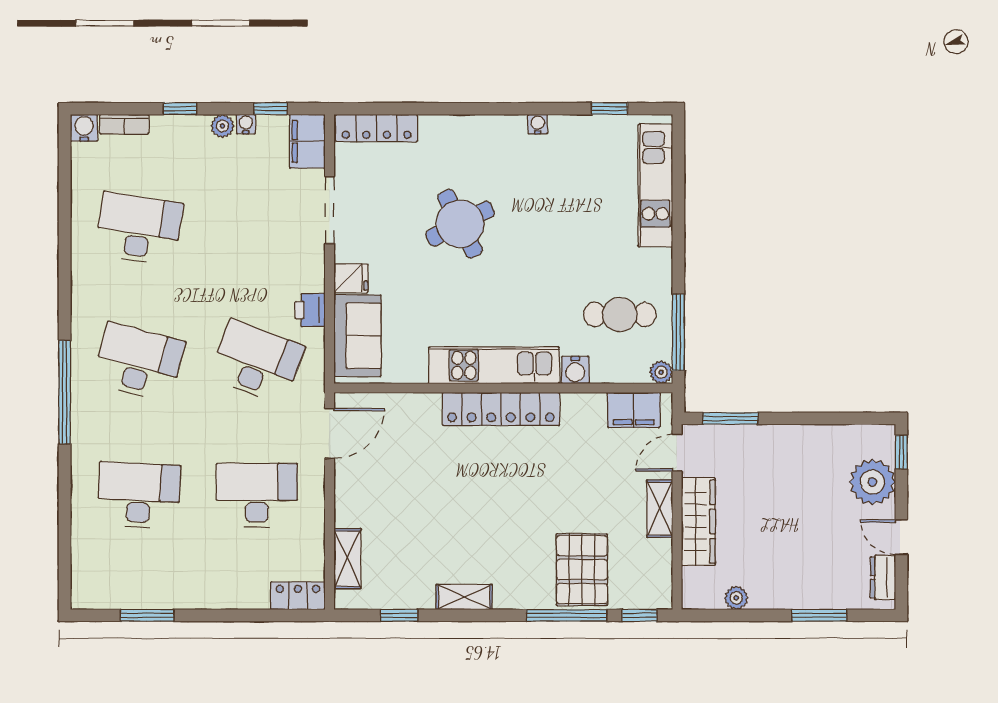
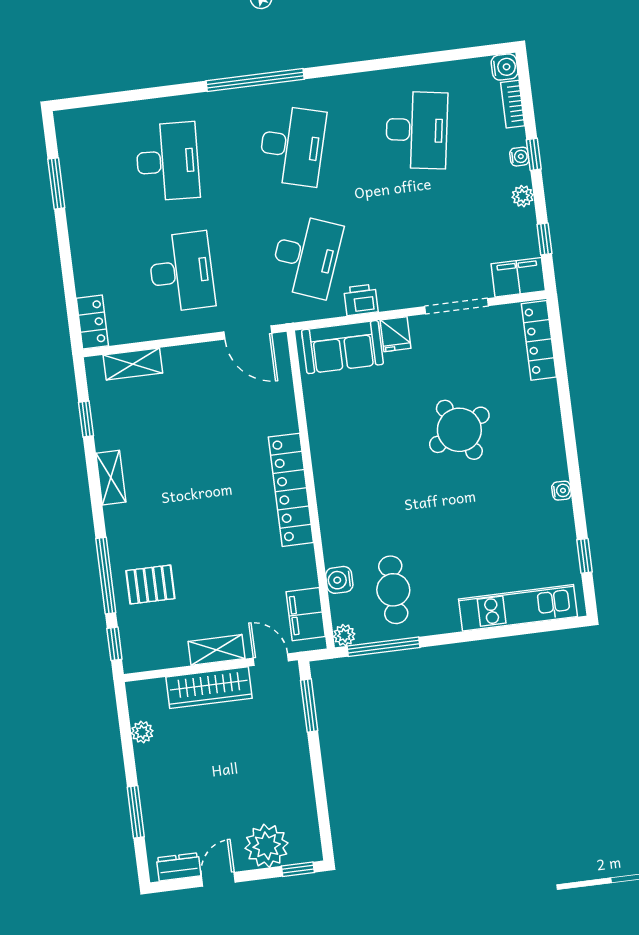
water cooler: (246, 124) -> (519, 157), moved
kitchen unit: (494, 365) -> (331, 478), removed
water cooler: (575, 370) -> (339, 580), moved
pallet: (582, 570) -> (150, 585), width x0.67, depth x0.71

